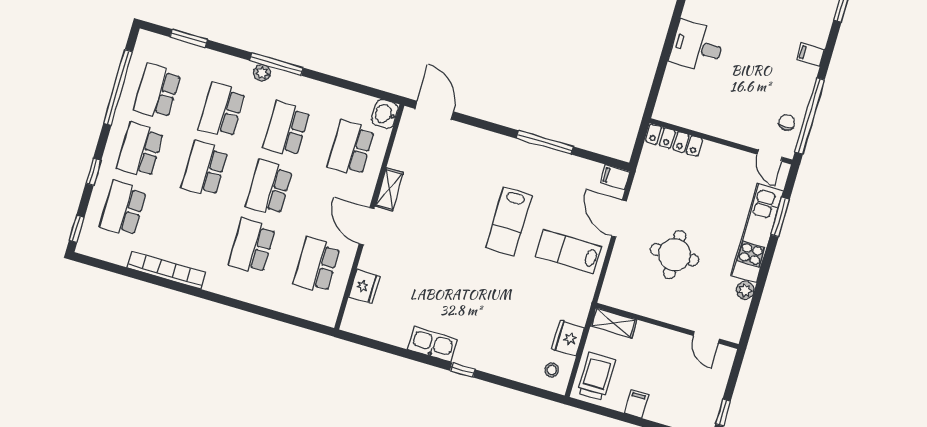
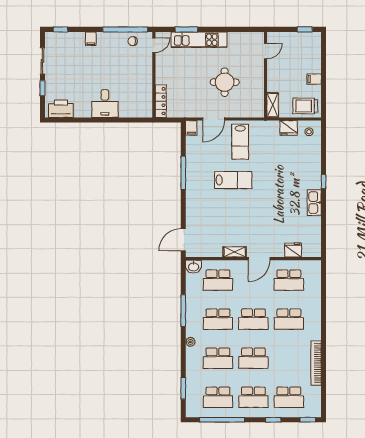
window: (277, 64) -> (183, 311), moved
plant: (745, 290) -> (233, 37), removed

